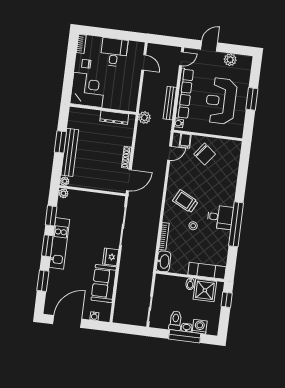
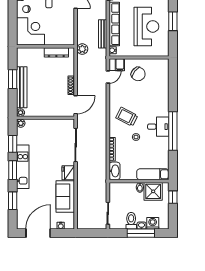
reception desk: (221, 101) -> (146, 26), turned 180

